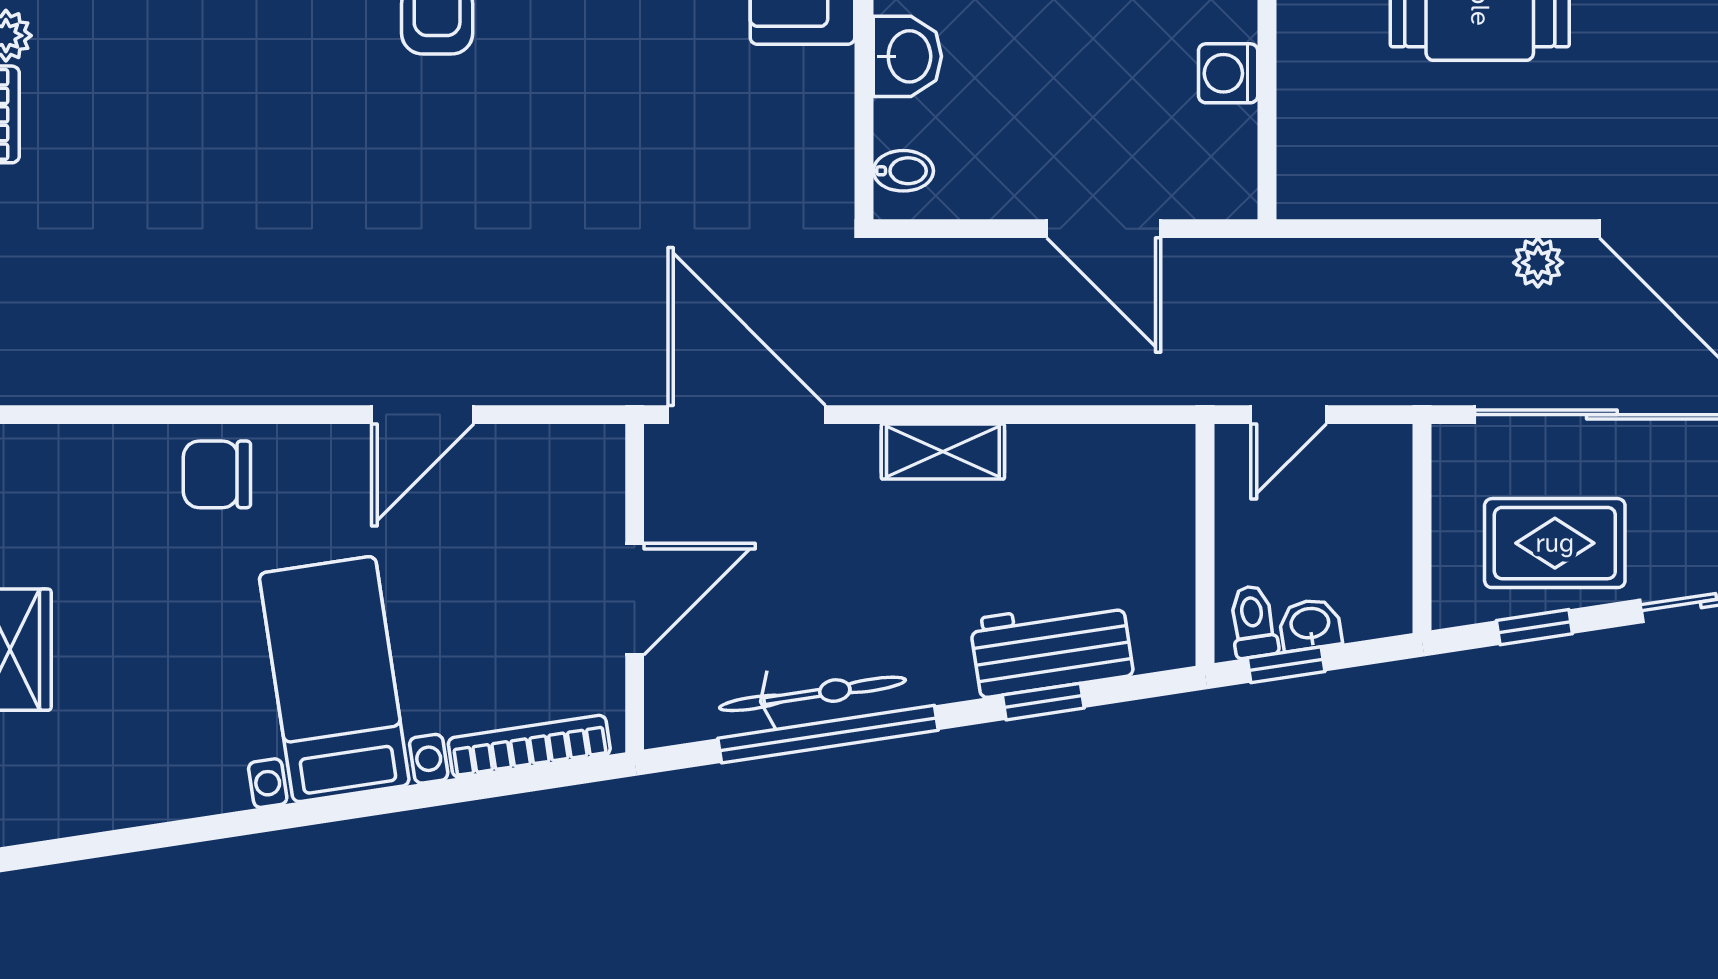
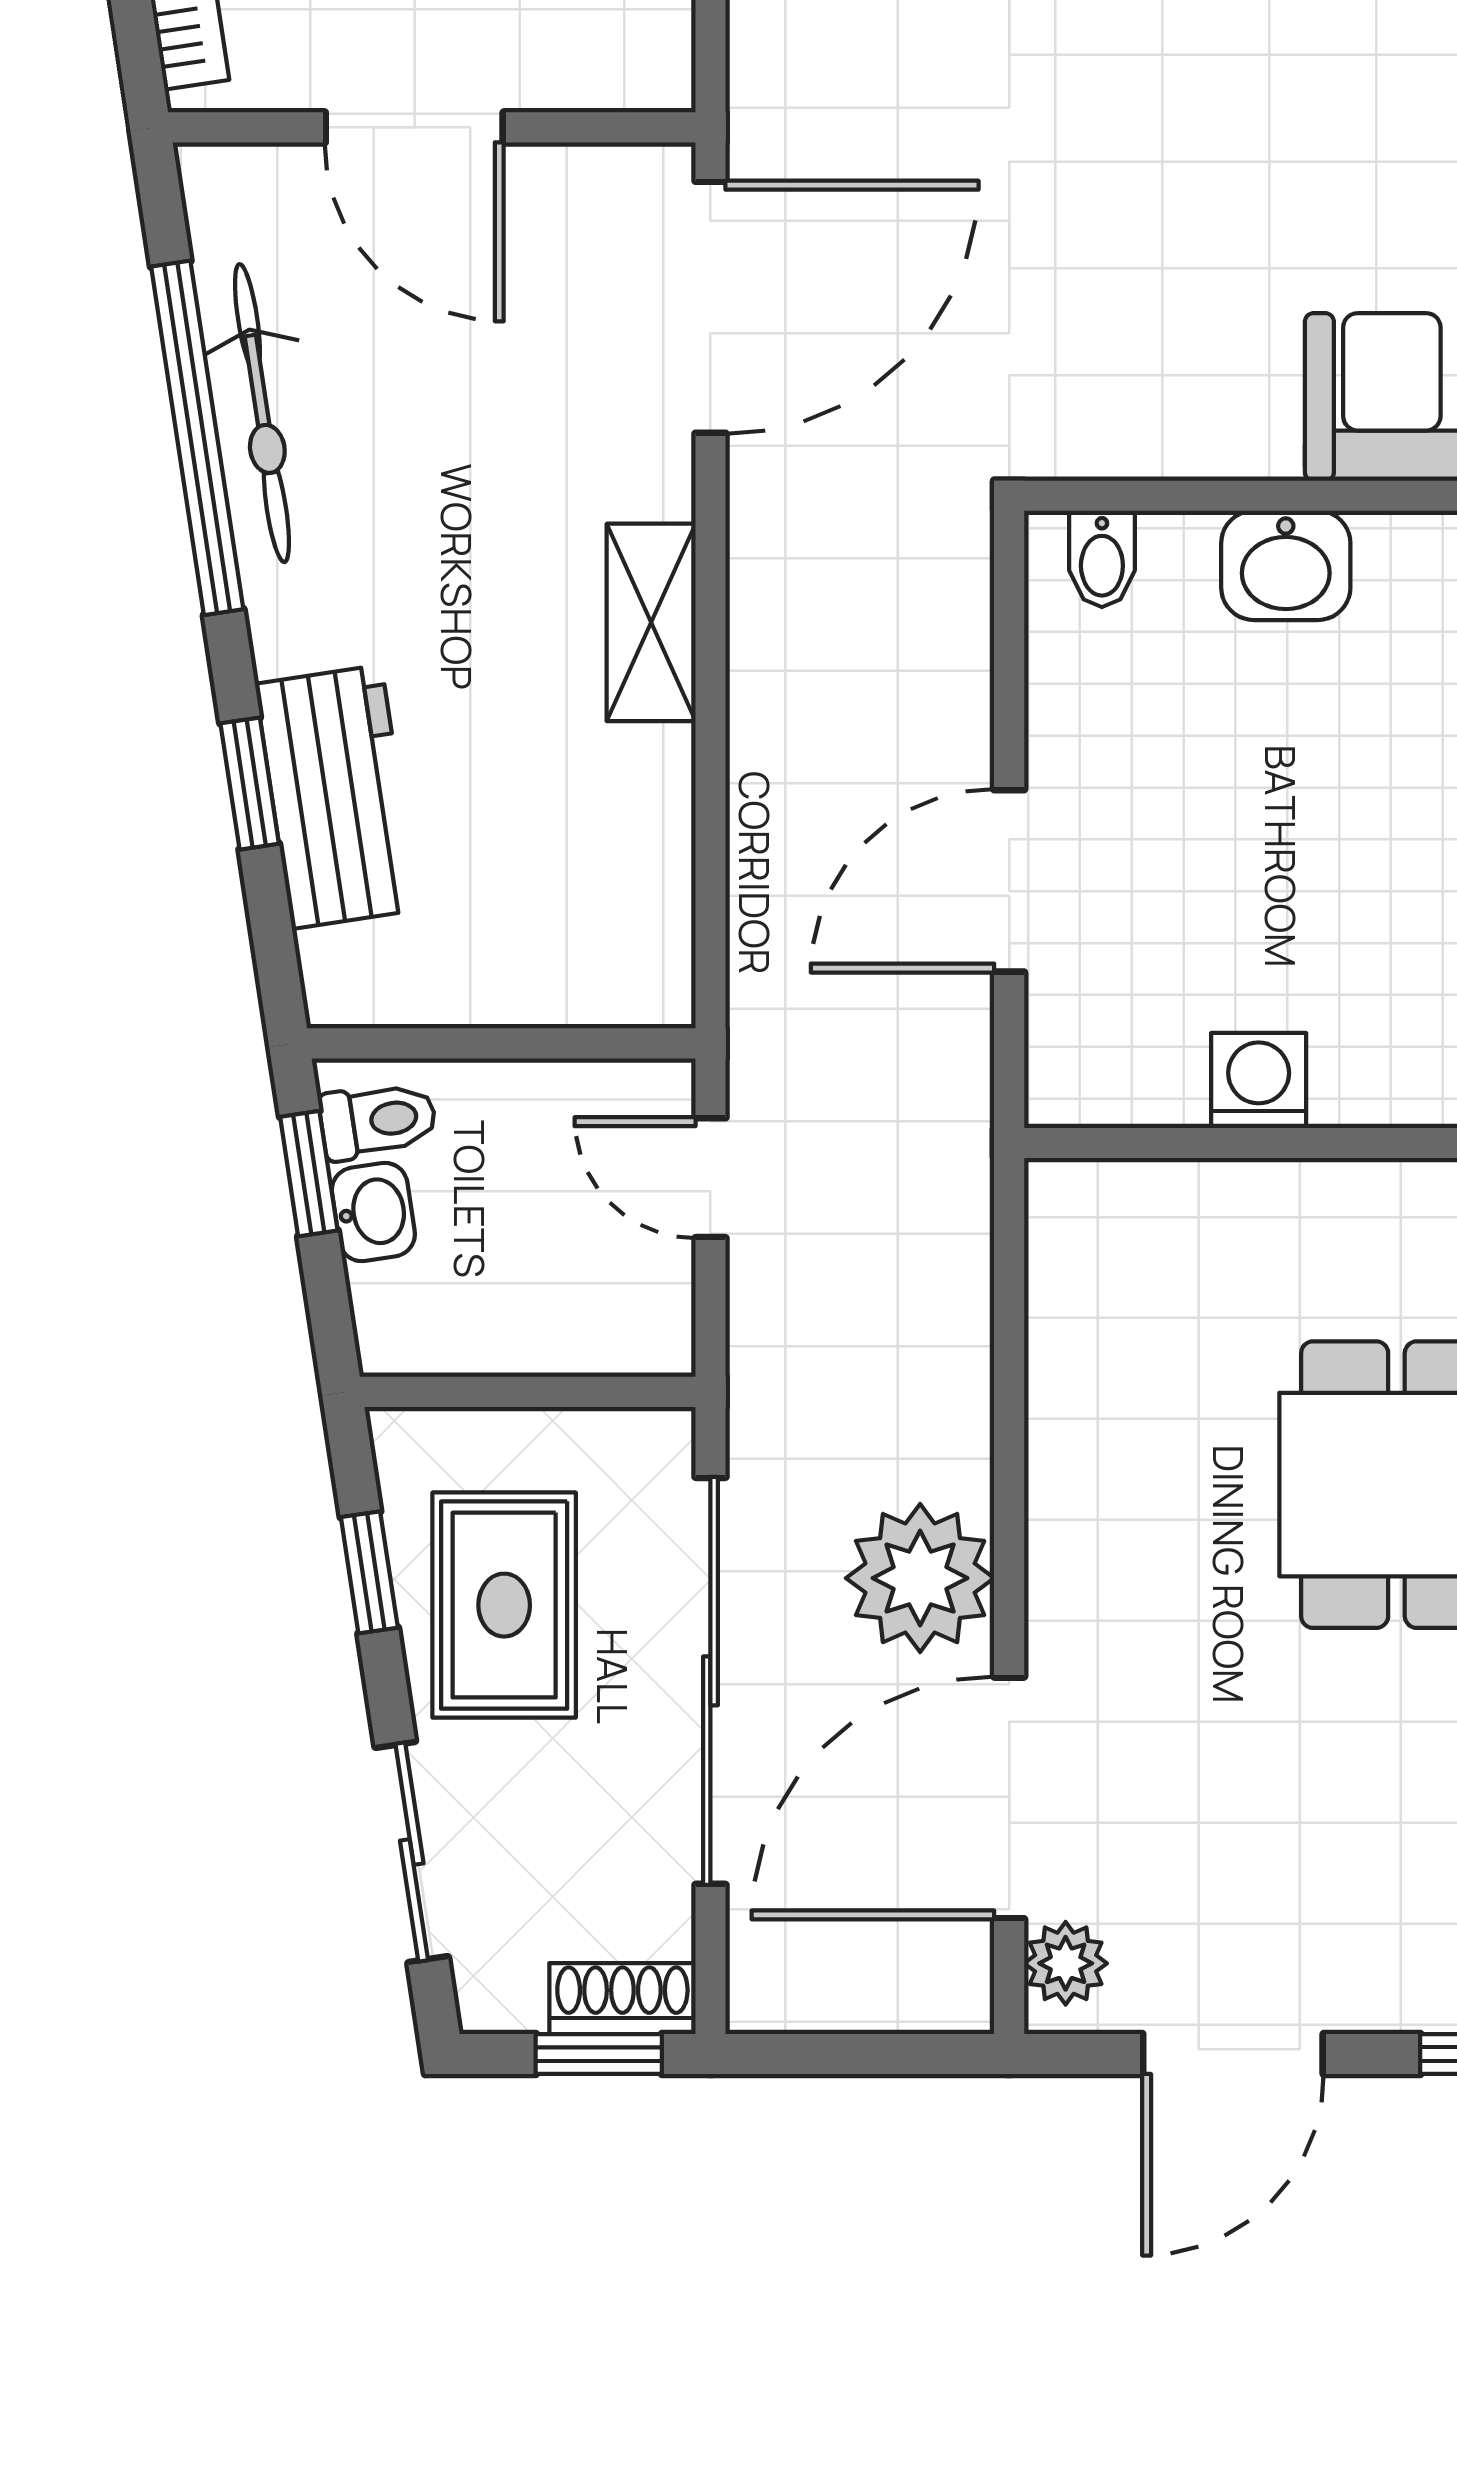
plant: (1538, 263) -> (920, 1578), width x1.88, depth x1.88

